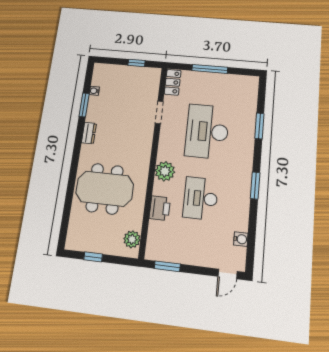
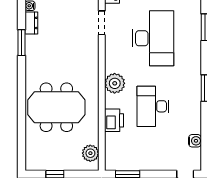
window: (84, 105) -> (22, 43), moved
desk: (207, 132) -> (153, 38), turned 180
dresser: (89, 133) -> (31, 23), moved

